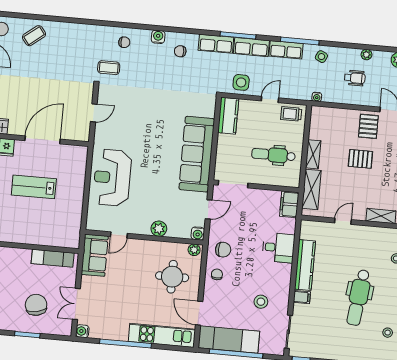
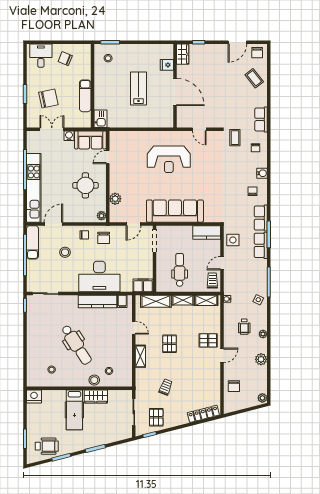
row of seats: (286, 50) -> (261, 119), moved
door: (270, 99) -> (222, 263), swing flipped
shelving: (316, 124) -> (206, 300), added
pallet: (360, 159) -> (170, 344), moved
reception desk: (112, 178) -> (169, 159), moved, turned 180
door: (209, 209) -> (133, 224), hinge flipped
plant: (159, 229) -> (115, 199), moved
water cooler: (198, 233) -> (114, 217), removed
door: (119, 235) -> (108, 157), hinge flipped
kitchen sink: (68, 240) -> (100, 119), added
desk: (278, 248) -> (99, 276), width x1.87, depth x1.30
exam couch: (53, 258) -> (85, 96), moved
round table: (172, 277) -> (85, 185), moved
filing cabinet: (302, 297) -> (122, 301), moved
dental chair: (359, 297) -> (76, 345), turned -130
stool: (261, 302) -> (65, 252), moved
water cooler: (82, 331) -> (69, 136), moved
kitchen unit: (162, 335) -> (34, 188), width x1.36
exam couch: (229, 340) -> (33, 242), width x0.73, depth x0.69

